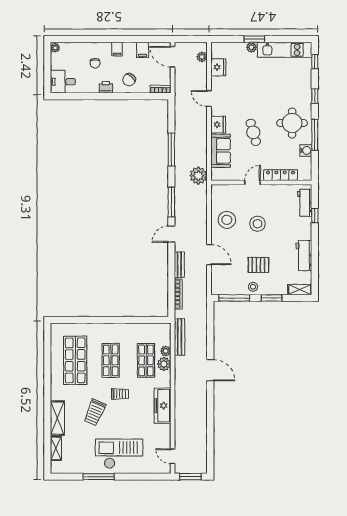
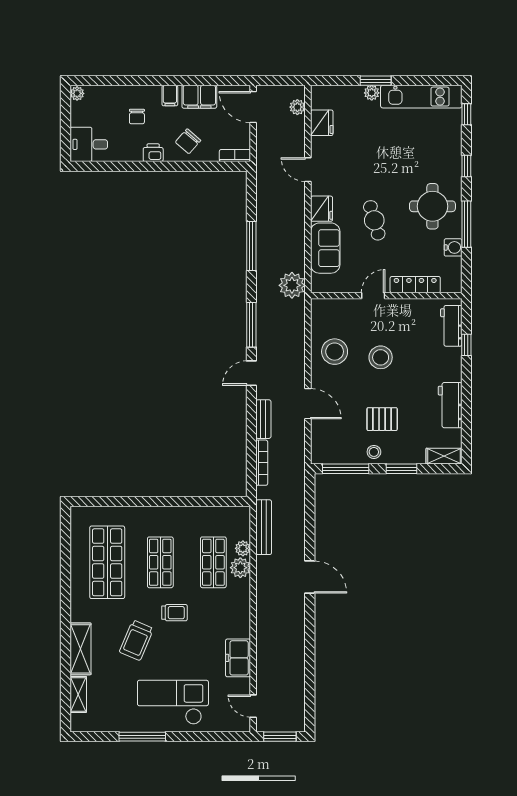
filing cabinet: (142, 50) -> (199, 97), width x2.00
freezer: (162, 406) -> (238, 658), moved, width x0.71

